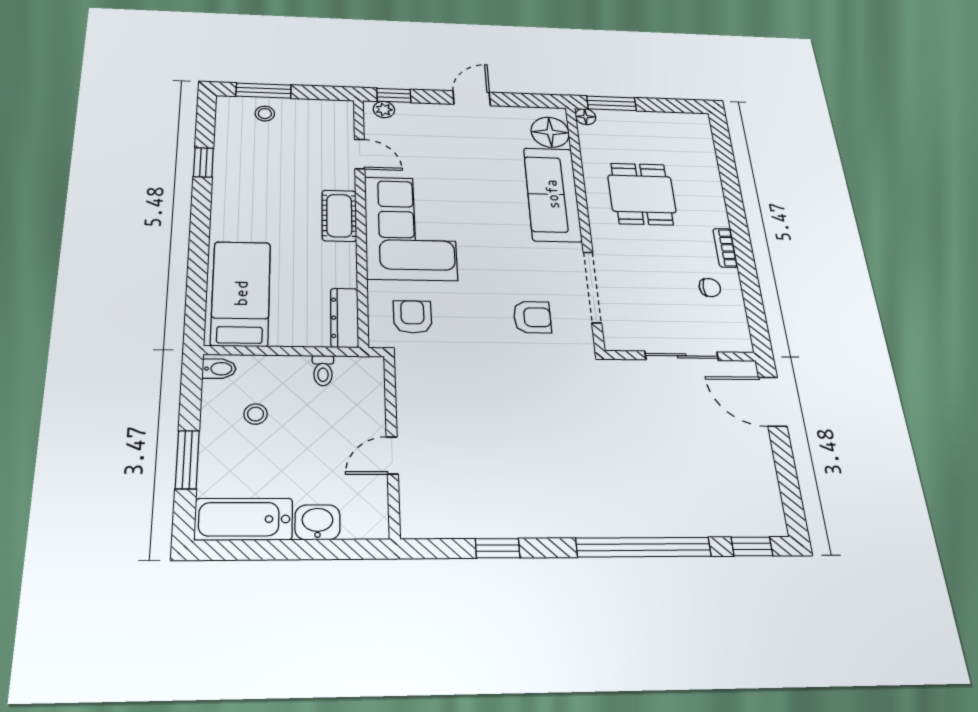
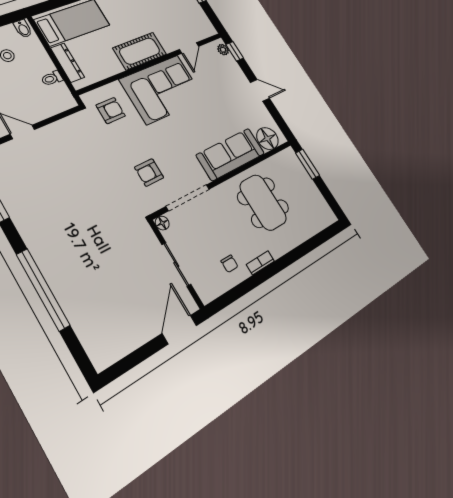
floor lamp: (585, 117) -> (162, 223), moved
dining table: (642, 194) -> (263, 202), width x1.38
cot: (339, 216) -> (140, 51), width x1.37, depth x1.34
armchair: (532, 317) -> (149, 172), turned 90
dresser: (344, 318) -> (67, 63), moved, turned 90
window: (752, 546) -> (79, 354), removed

